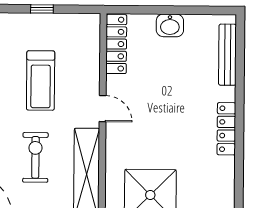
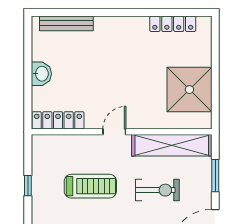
locker: (226, 129) -> (173, 24), moved
exercise bike: (35, 157) -> (157, 190), turned 180

